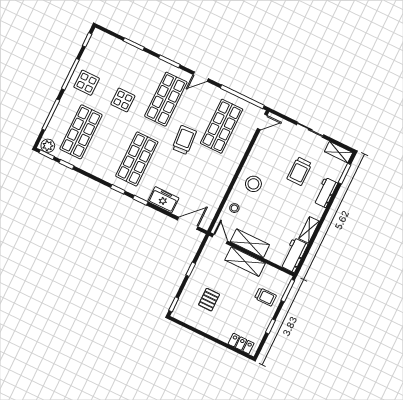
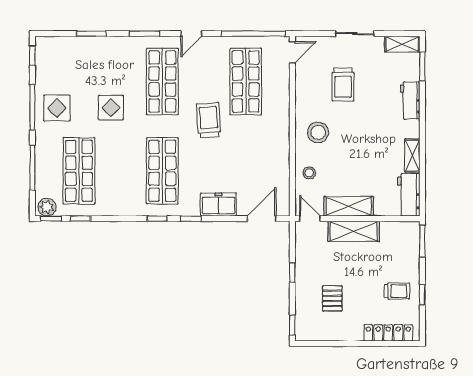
trolley: (299, 171) -> (343, 84), moved
trolley: (266, 297) -> (397, 291), moved
locker: (241, 344) -> (388, 333), width x1.53

